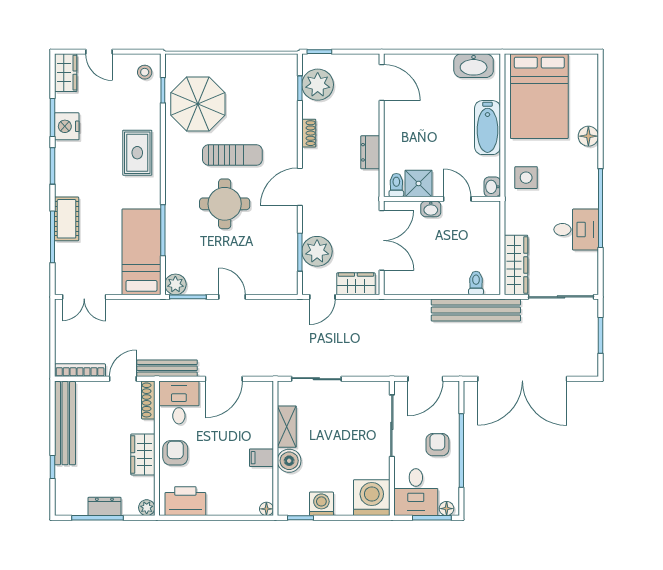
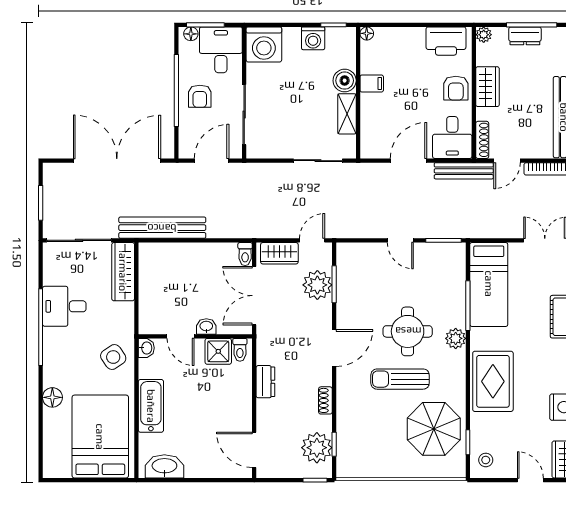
rug: (137, 153) -> (493, 381), width x1.36, depth x1.43
side table: (526, 178) -> (113, 357), turned -34
toilet: (476, 283) -> (245, 254), moved
plant: (175, 284) -> (456, 338), moved

